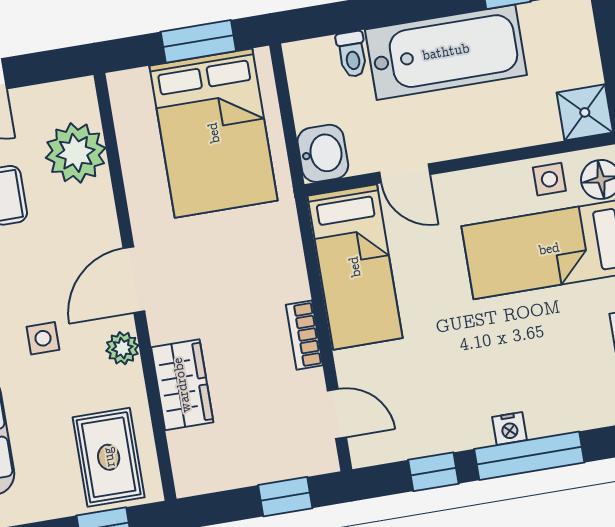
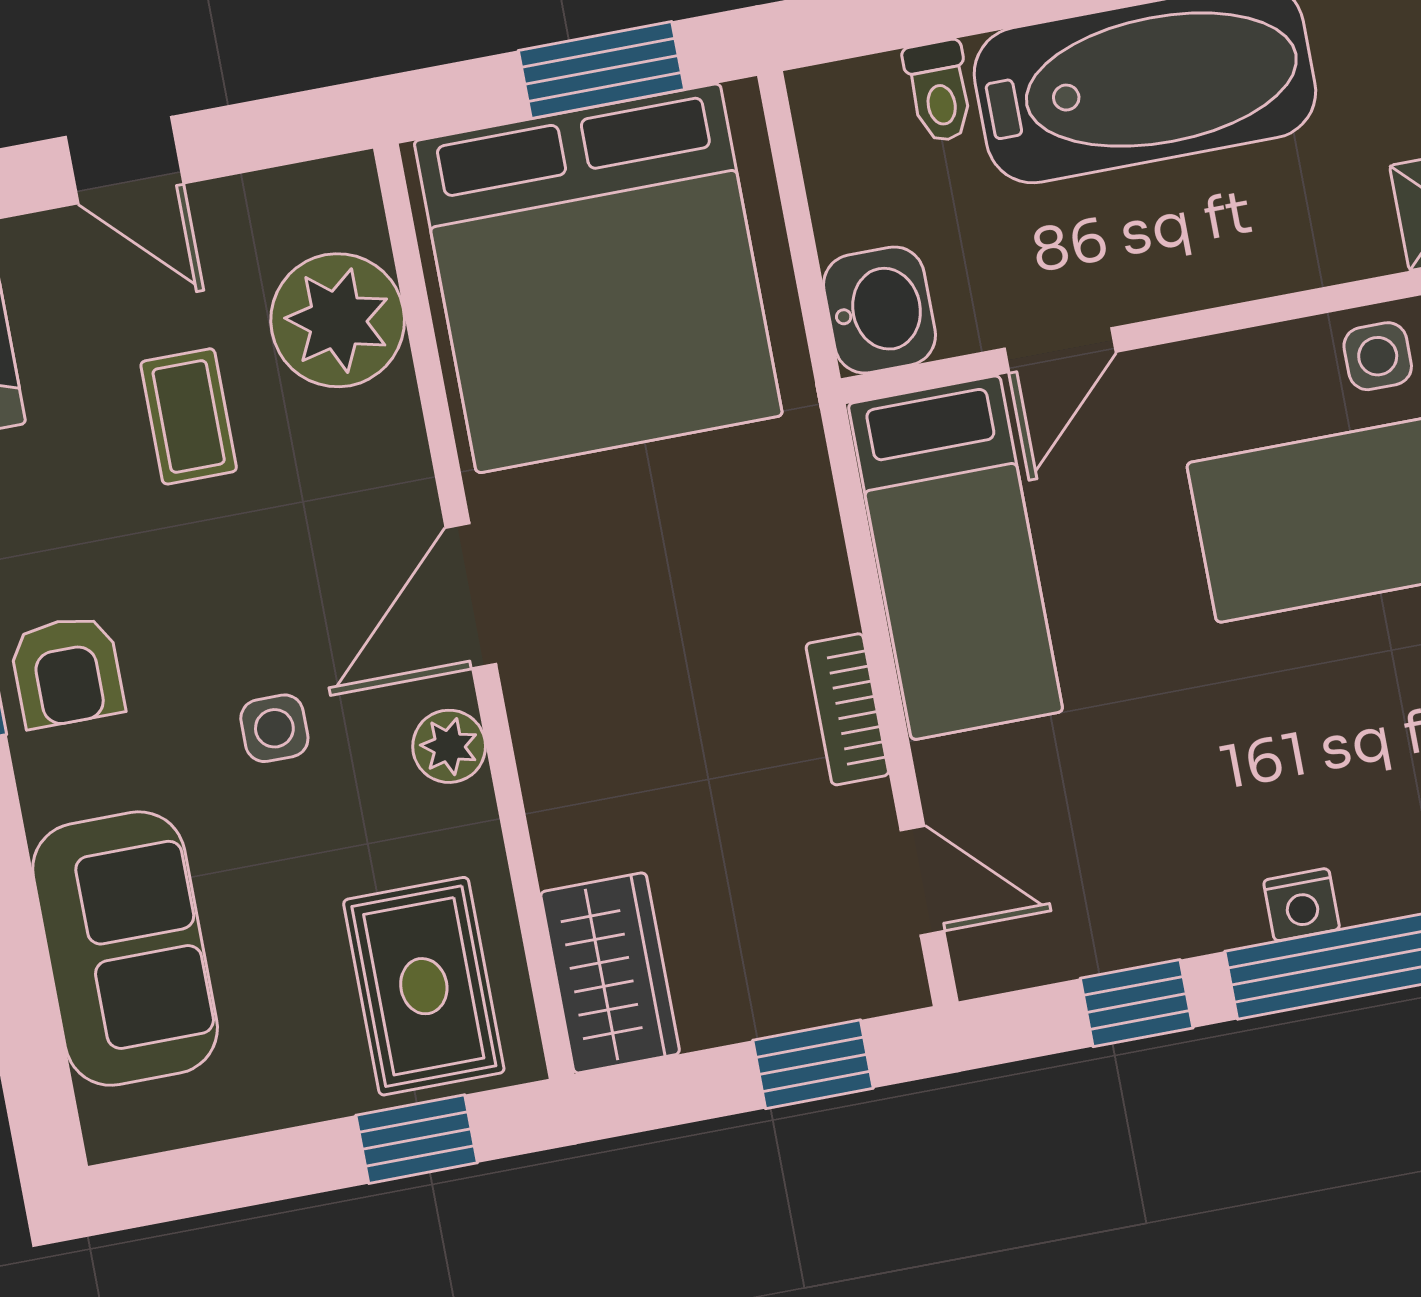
bed: (214, 133) -> (598, 278), width x1.36
door: (405, 173) -> (1060, 350), hinge flipped
wardrobe: (182, 385) -> (610, 973), moved

